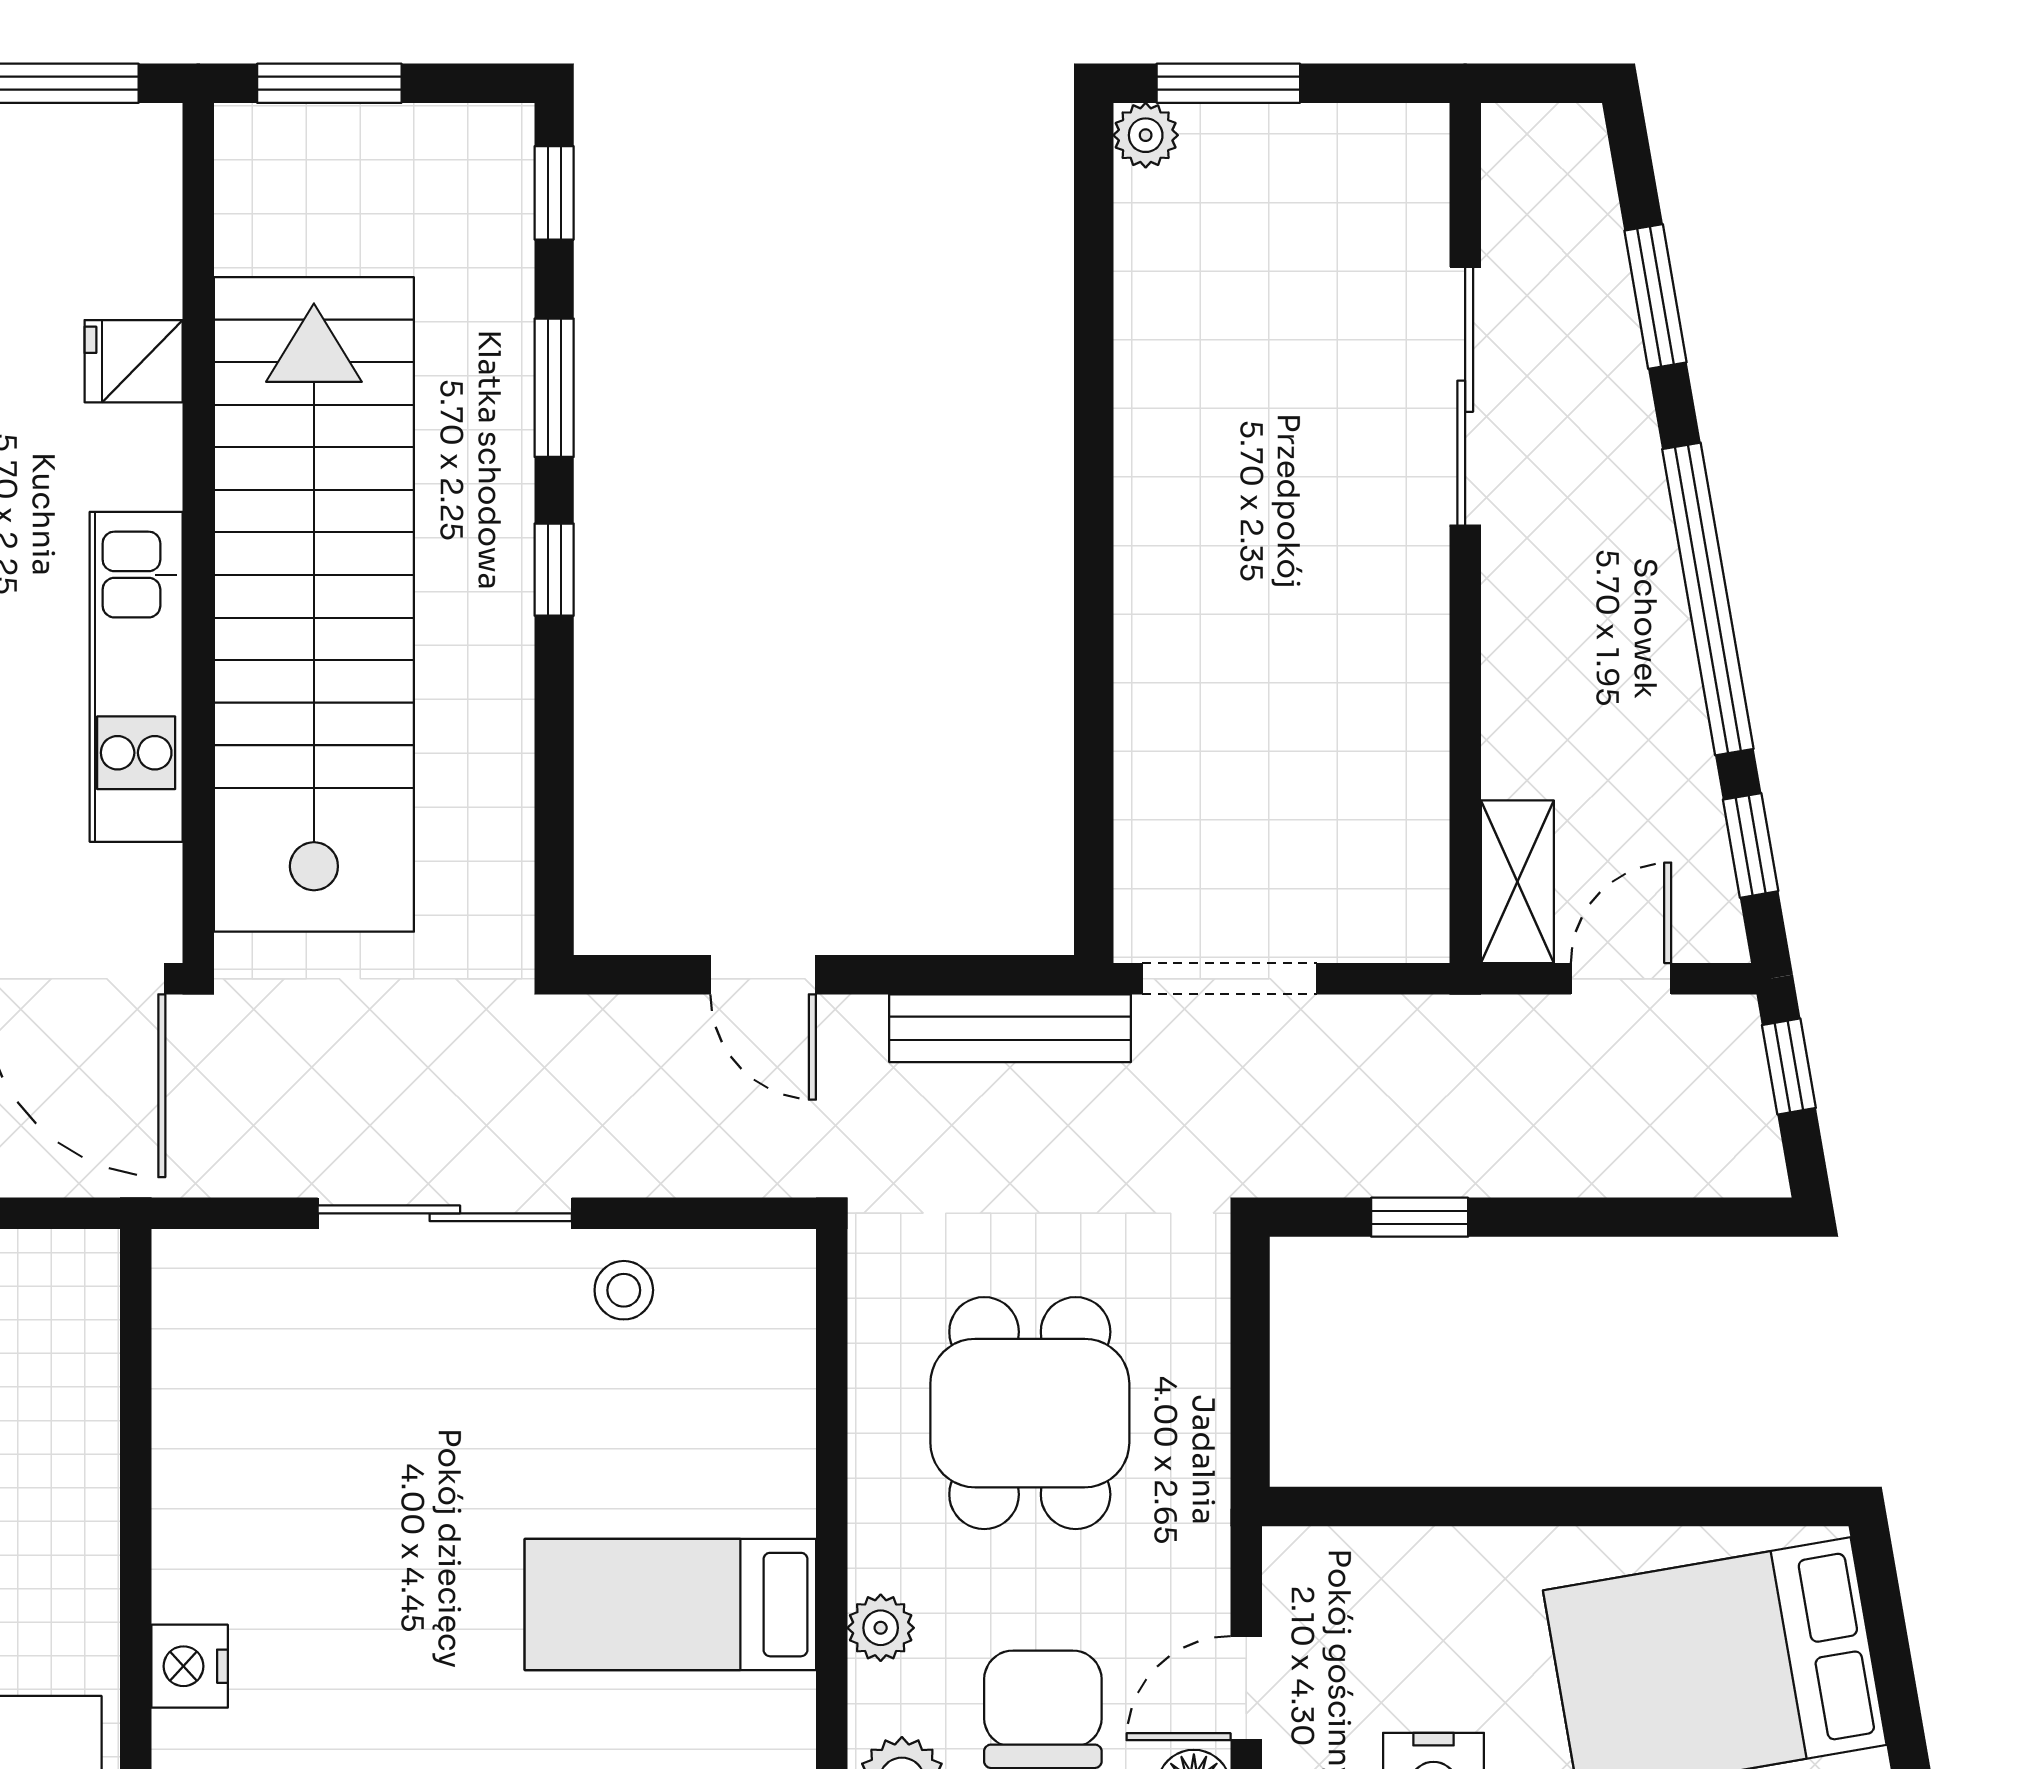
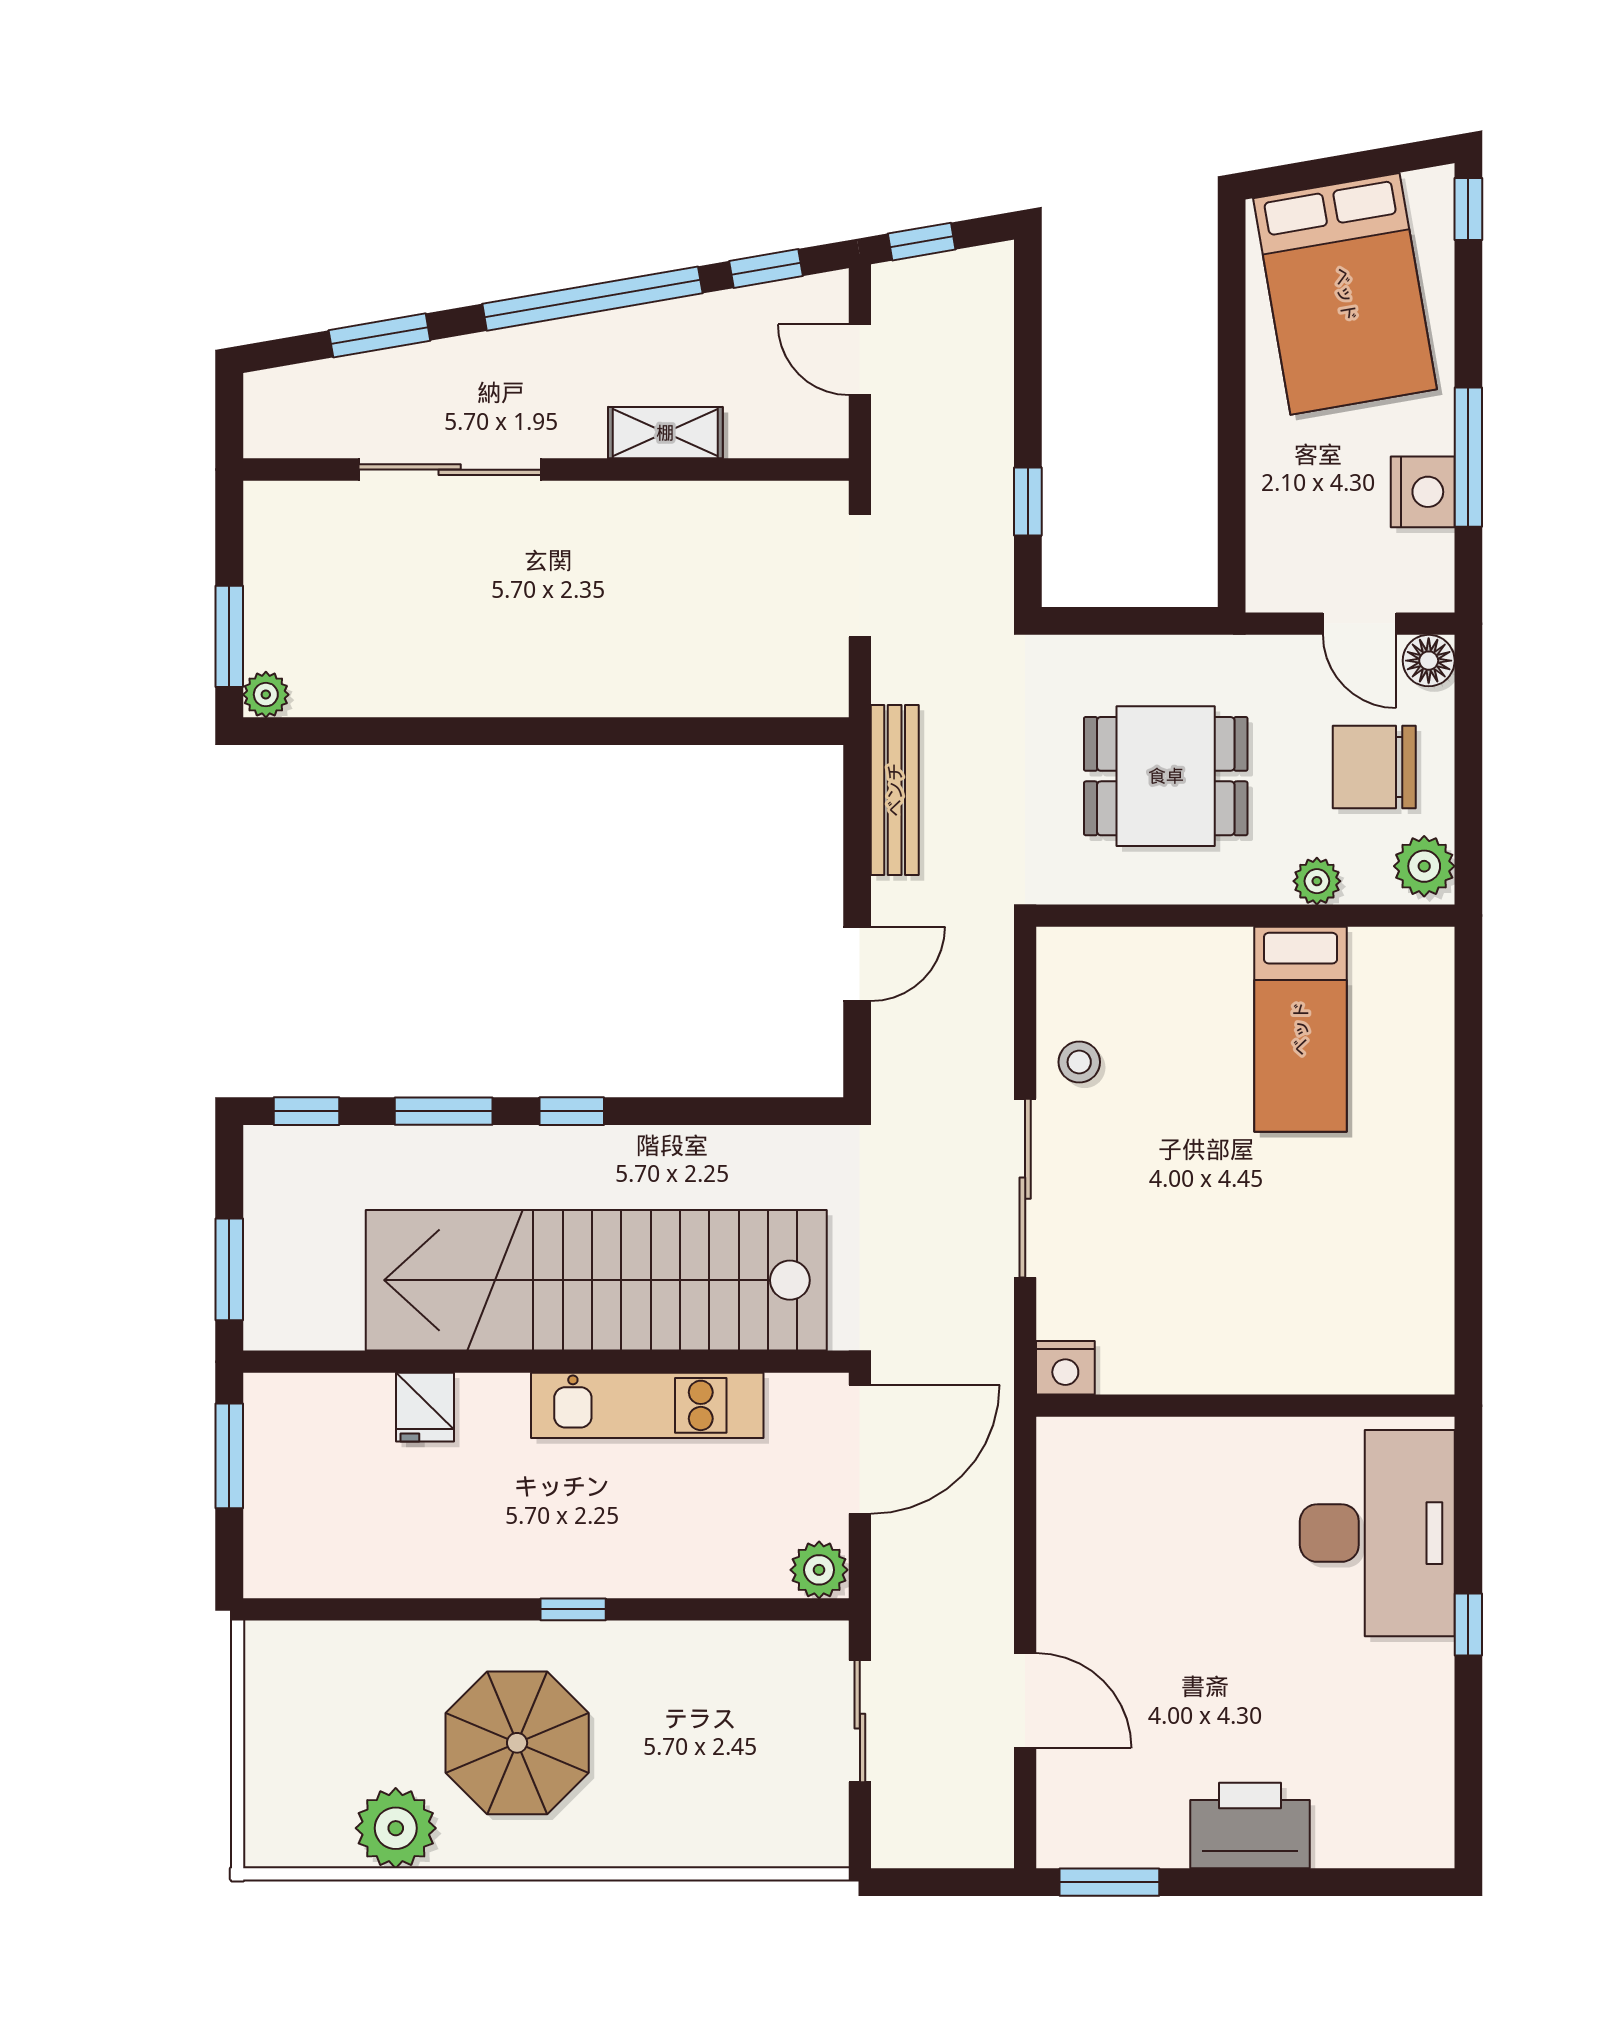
shelving: (1517, 882) -> (665, 433), moved
doorway: (1230, 979) -> (860, 576), moved
nightstand: (190, 1666) -> (1065, 1368), moved

